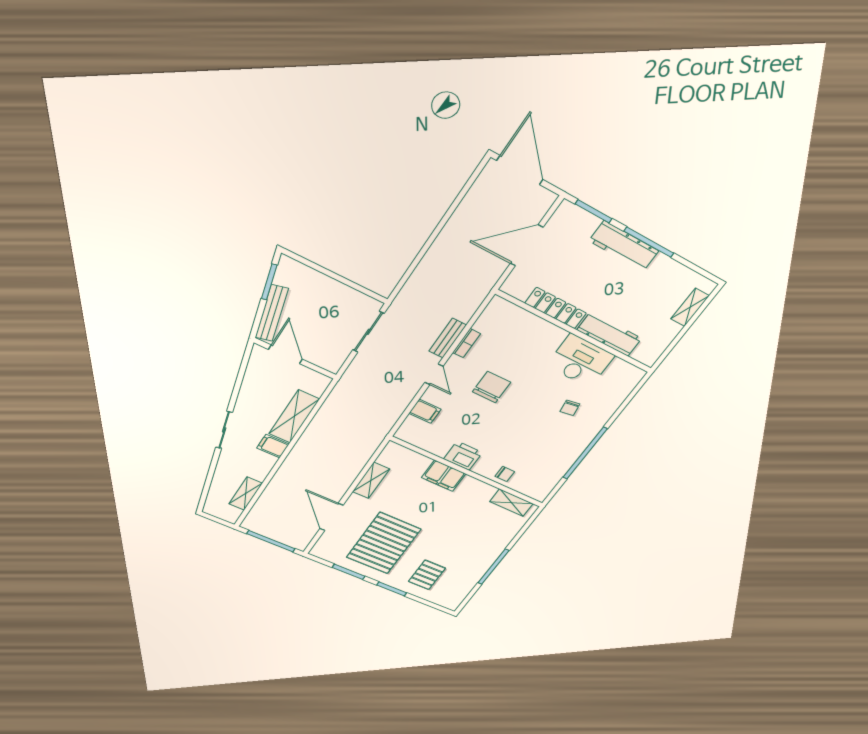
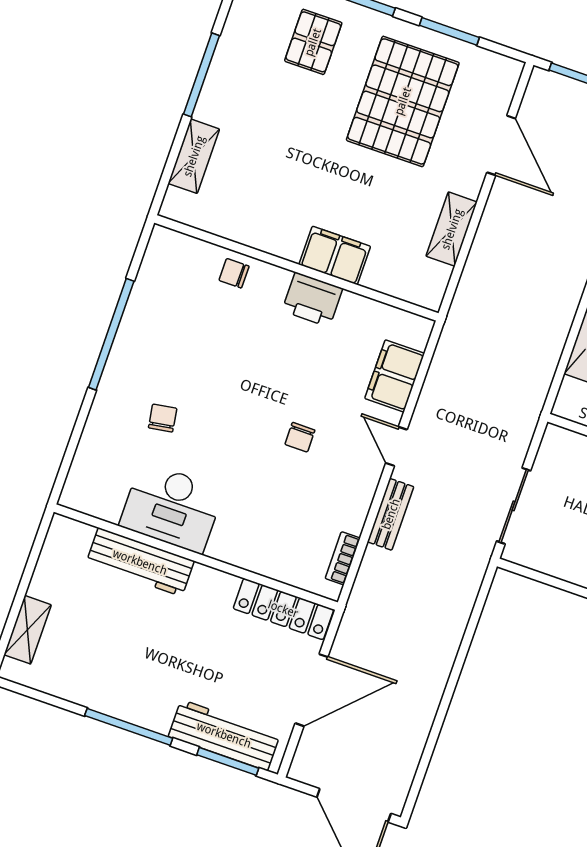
workbench: (624, 246) -> (224, 735), moved
locker: (556, 308) -> (283, 609), moved
bookcase: (467, 343) -> (343, 558), moved
chair: (492, 387) -> (300, 437), width x0.54, depth x0.54
filing cabinet: (425, 411) -> (395, 376), width x2.00
shelving: (511, 503) -> (194, 156), moved, turned 90

